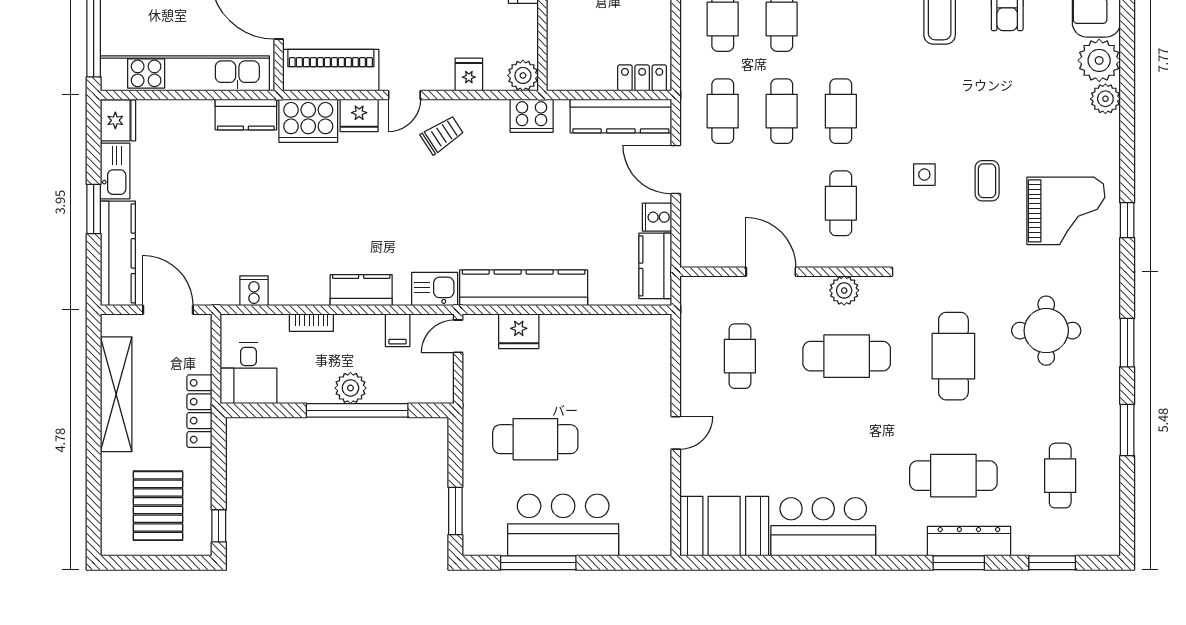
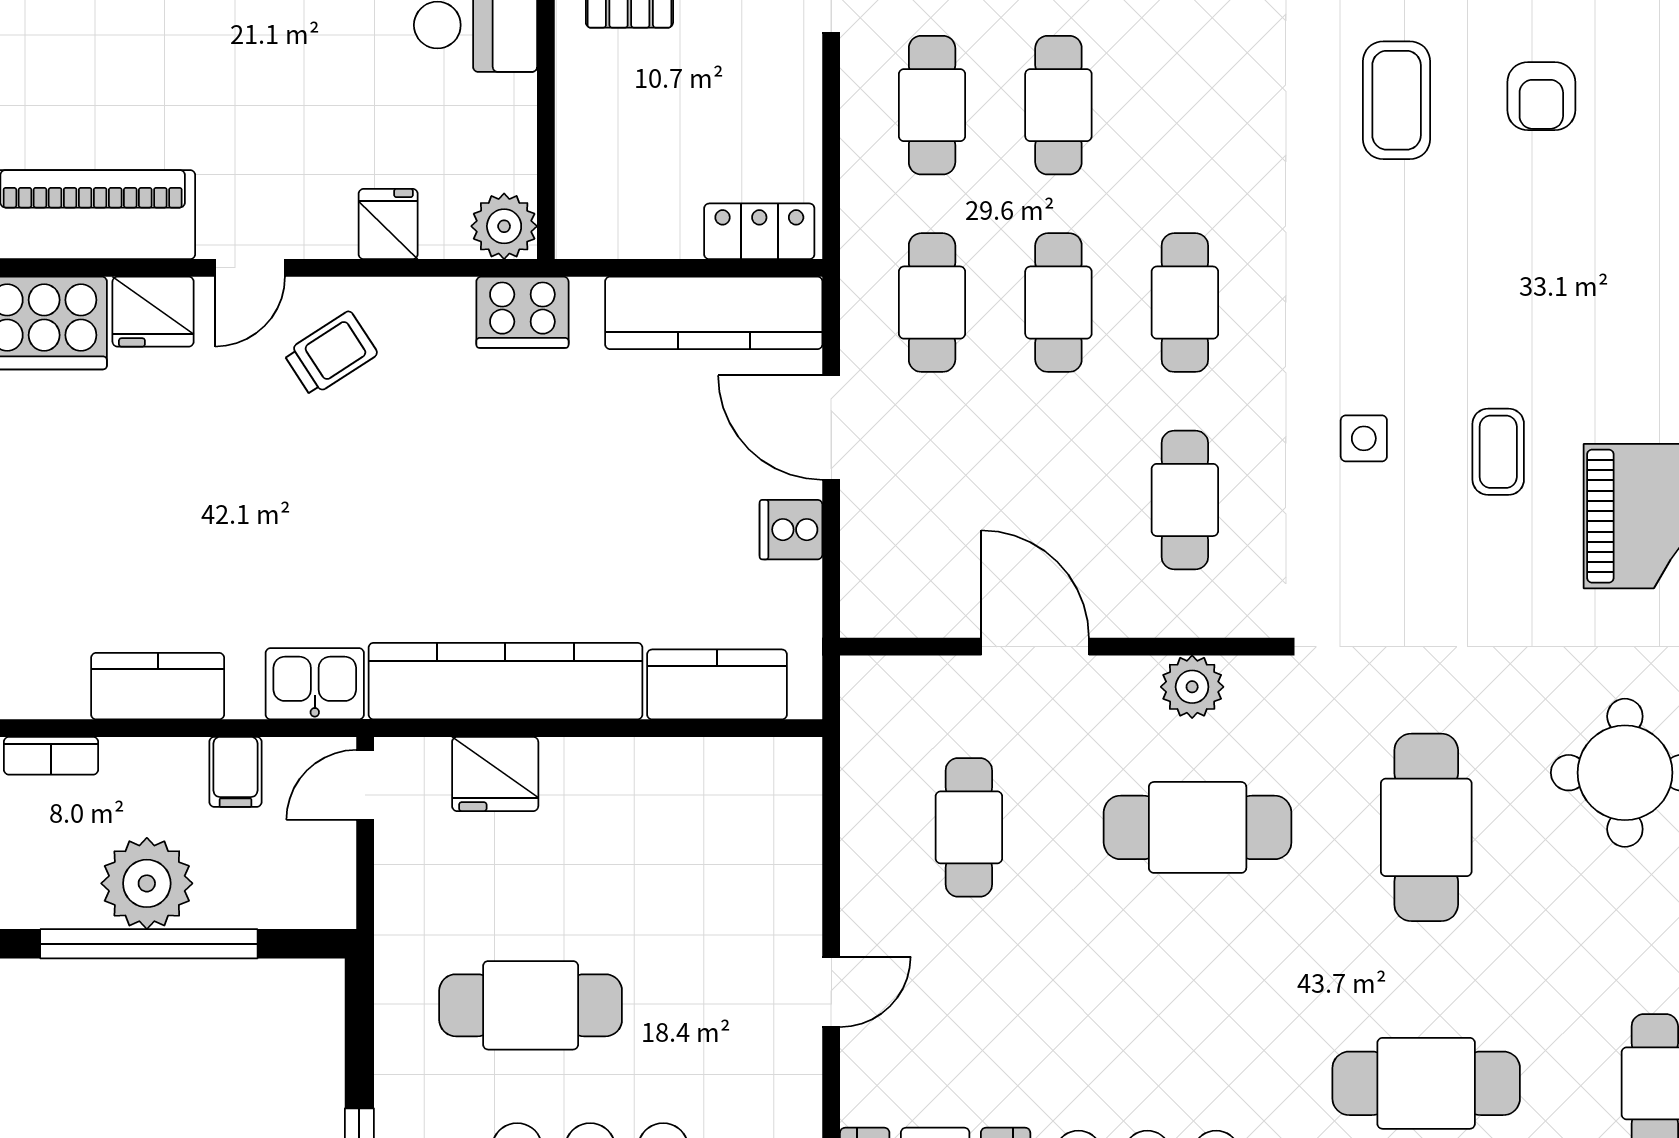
kitchen counter: (655, 266) -> (717, 684), moved, turned 90
plant: (350, 388) -> (147, 883), width x1.36, depth x1.36

